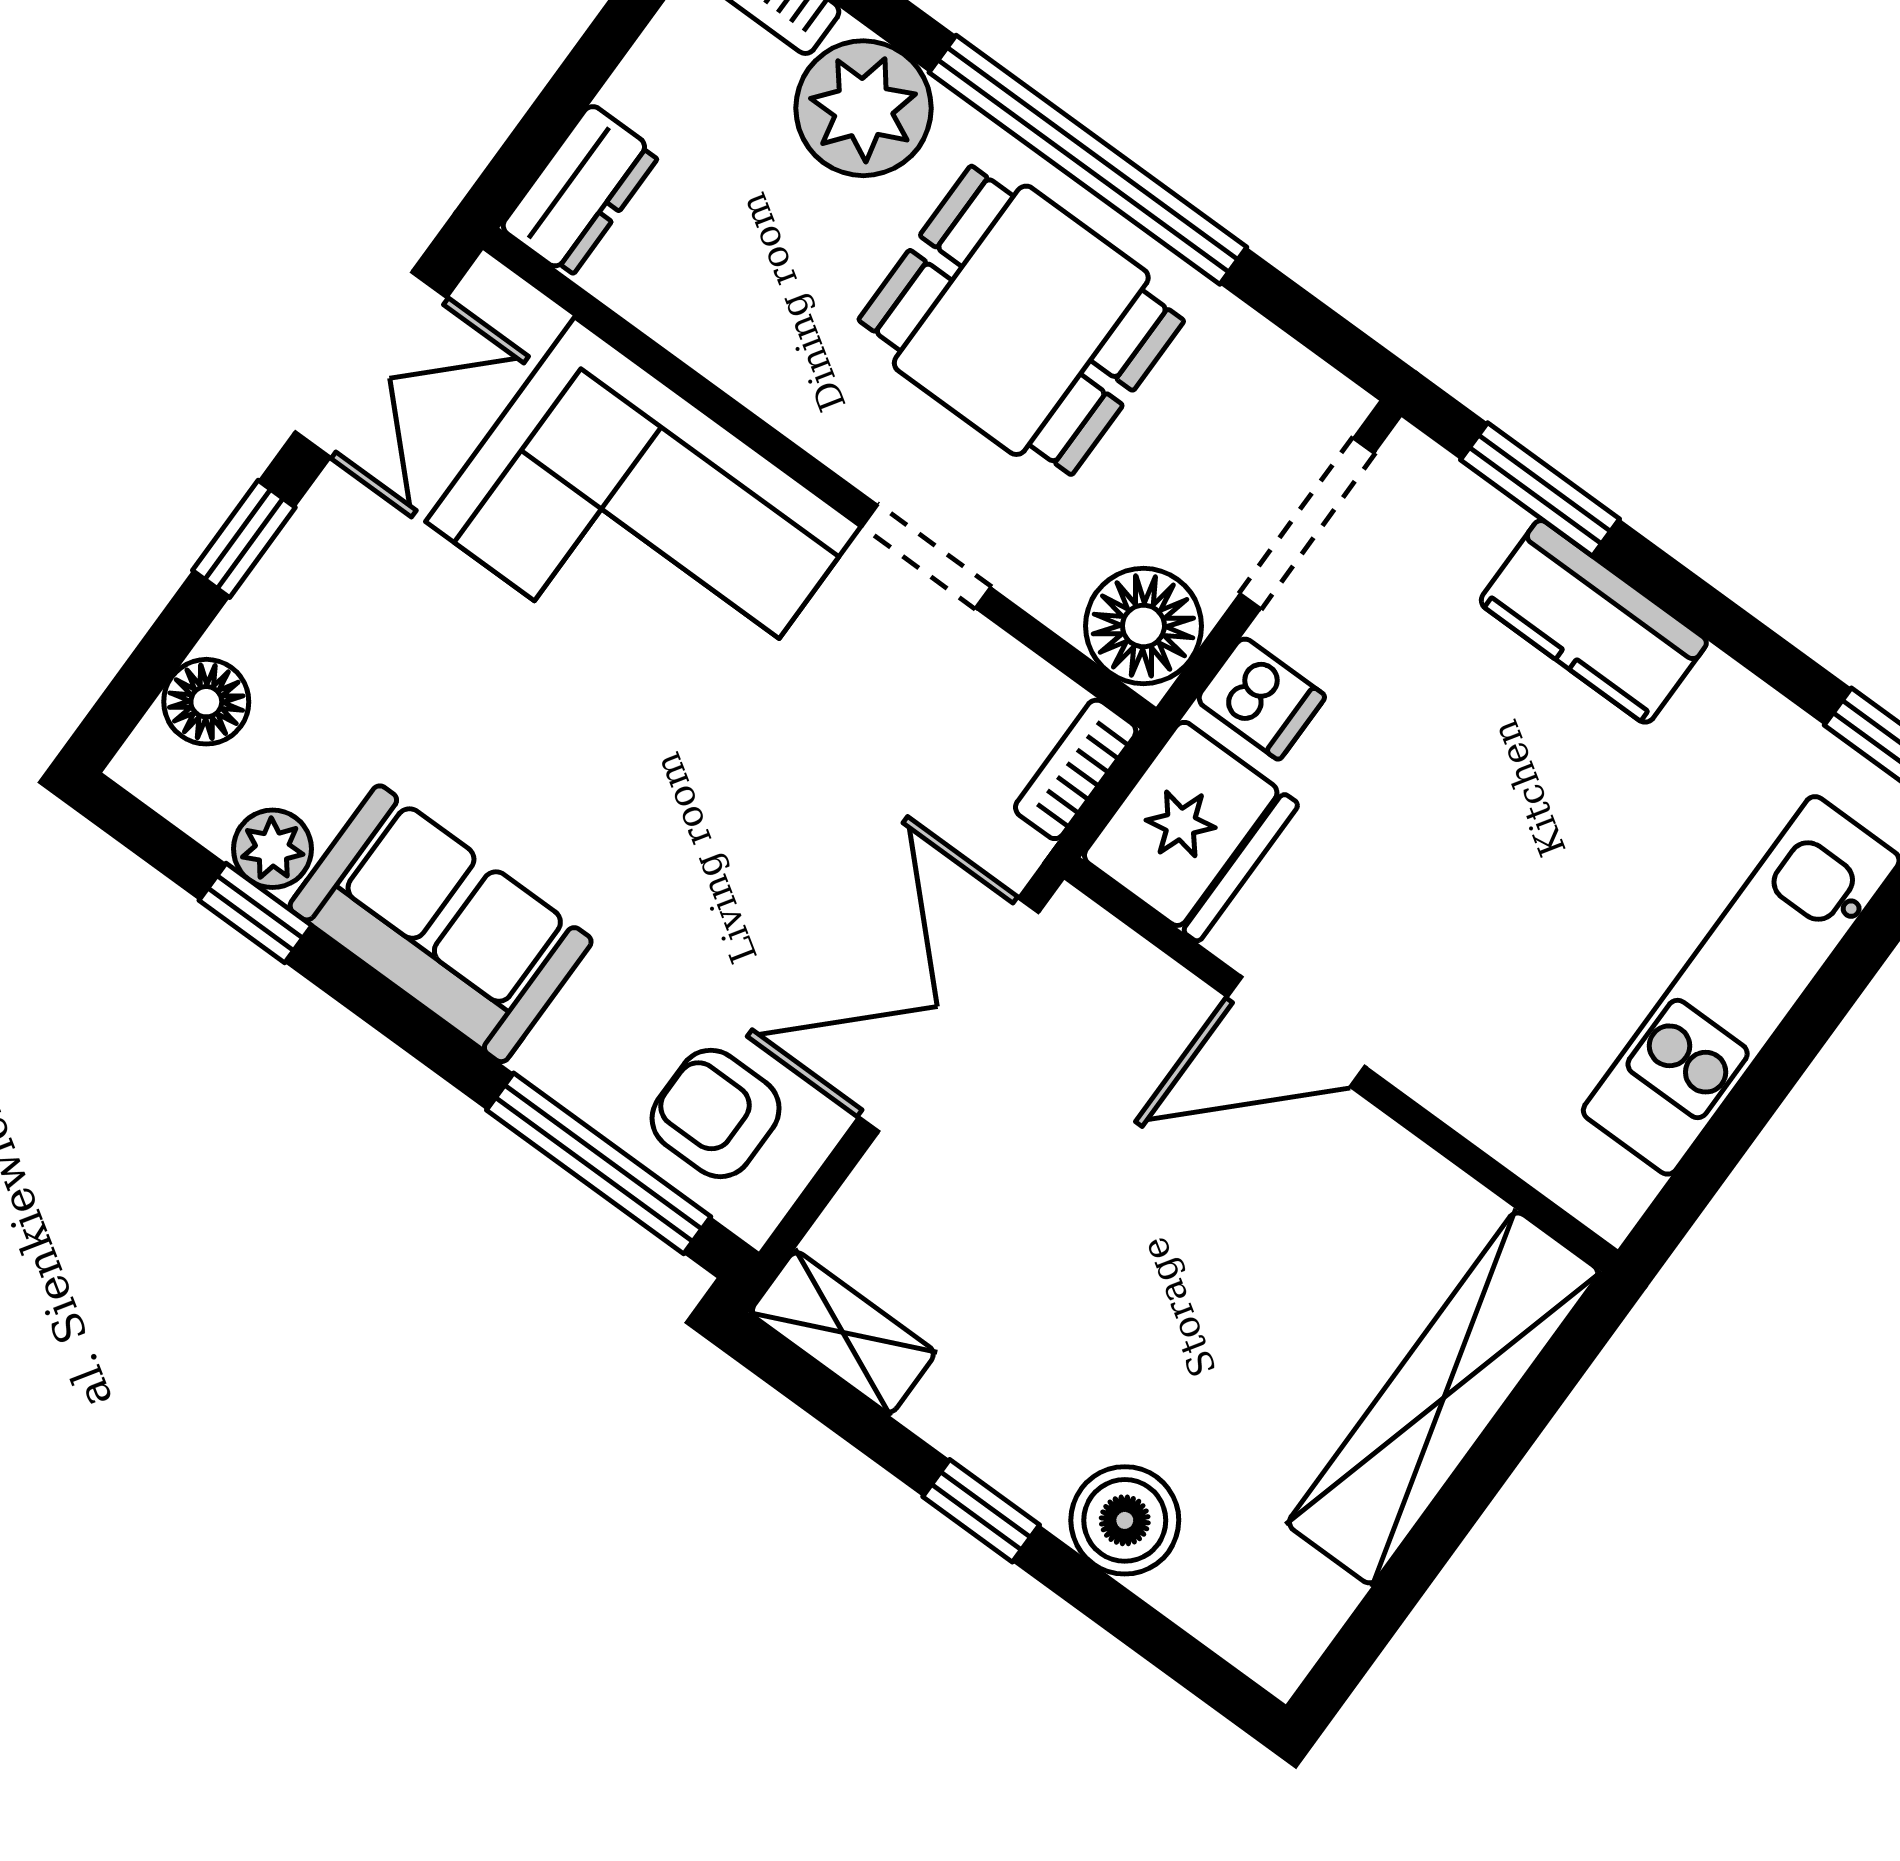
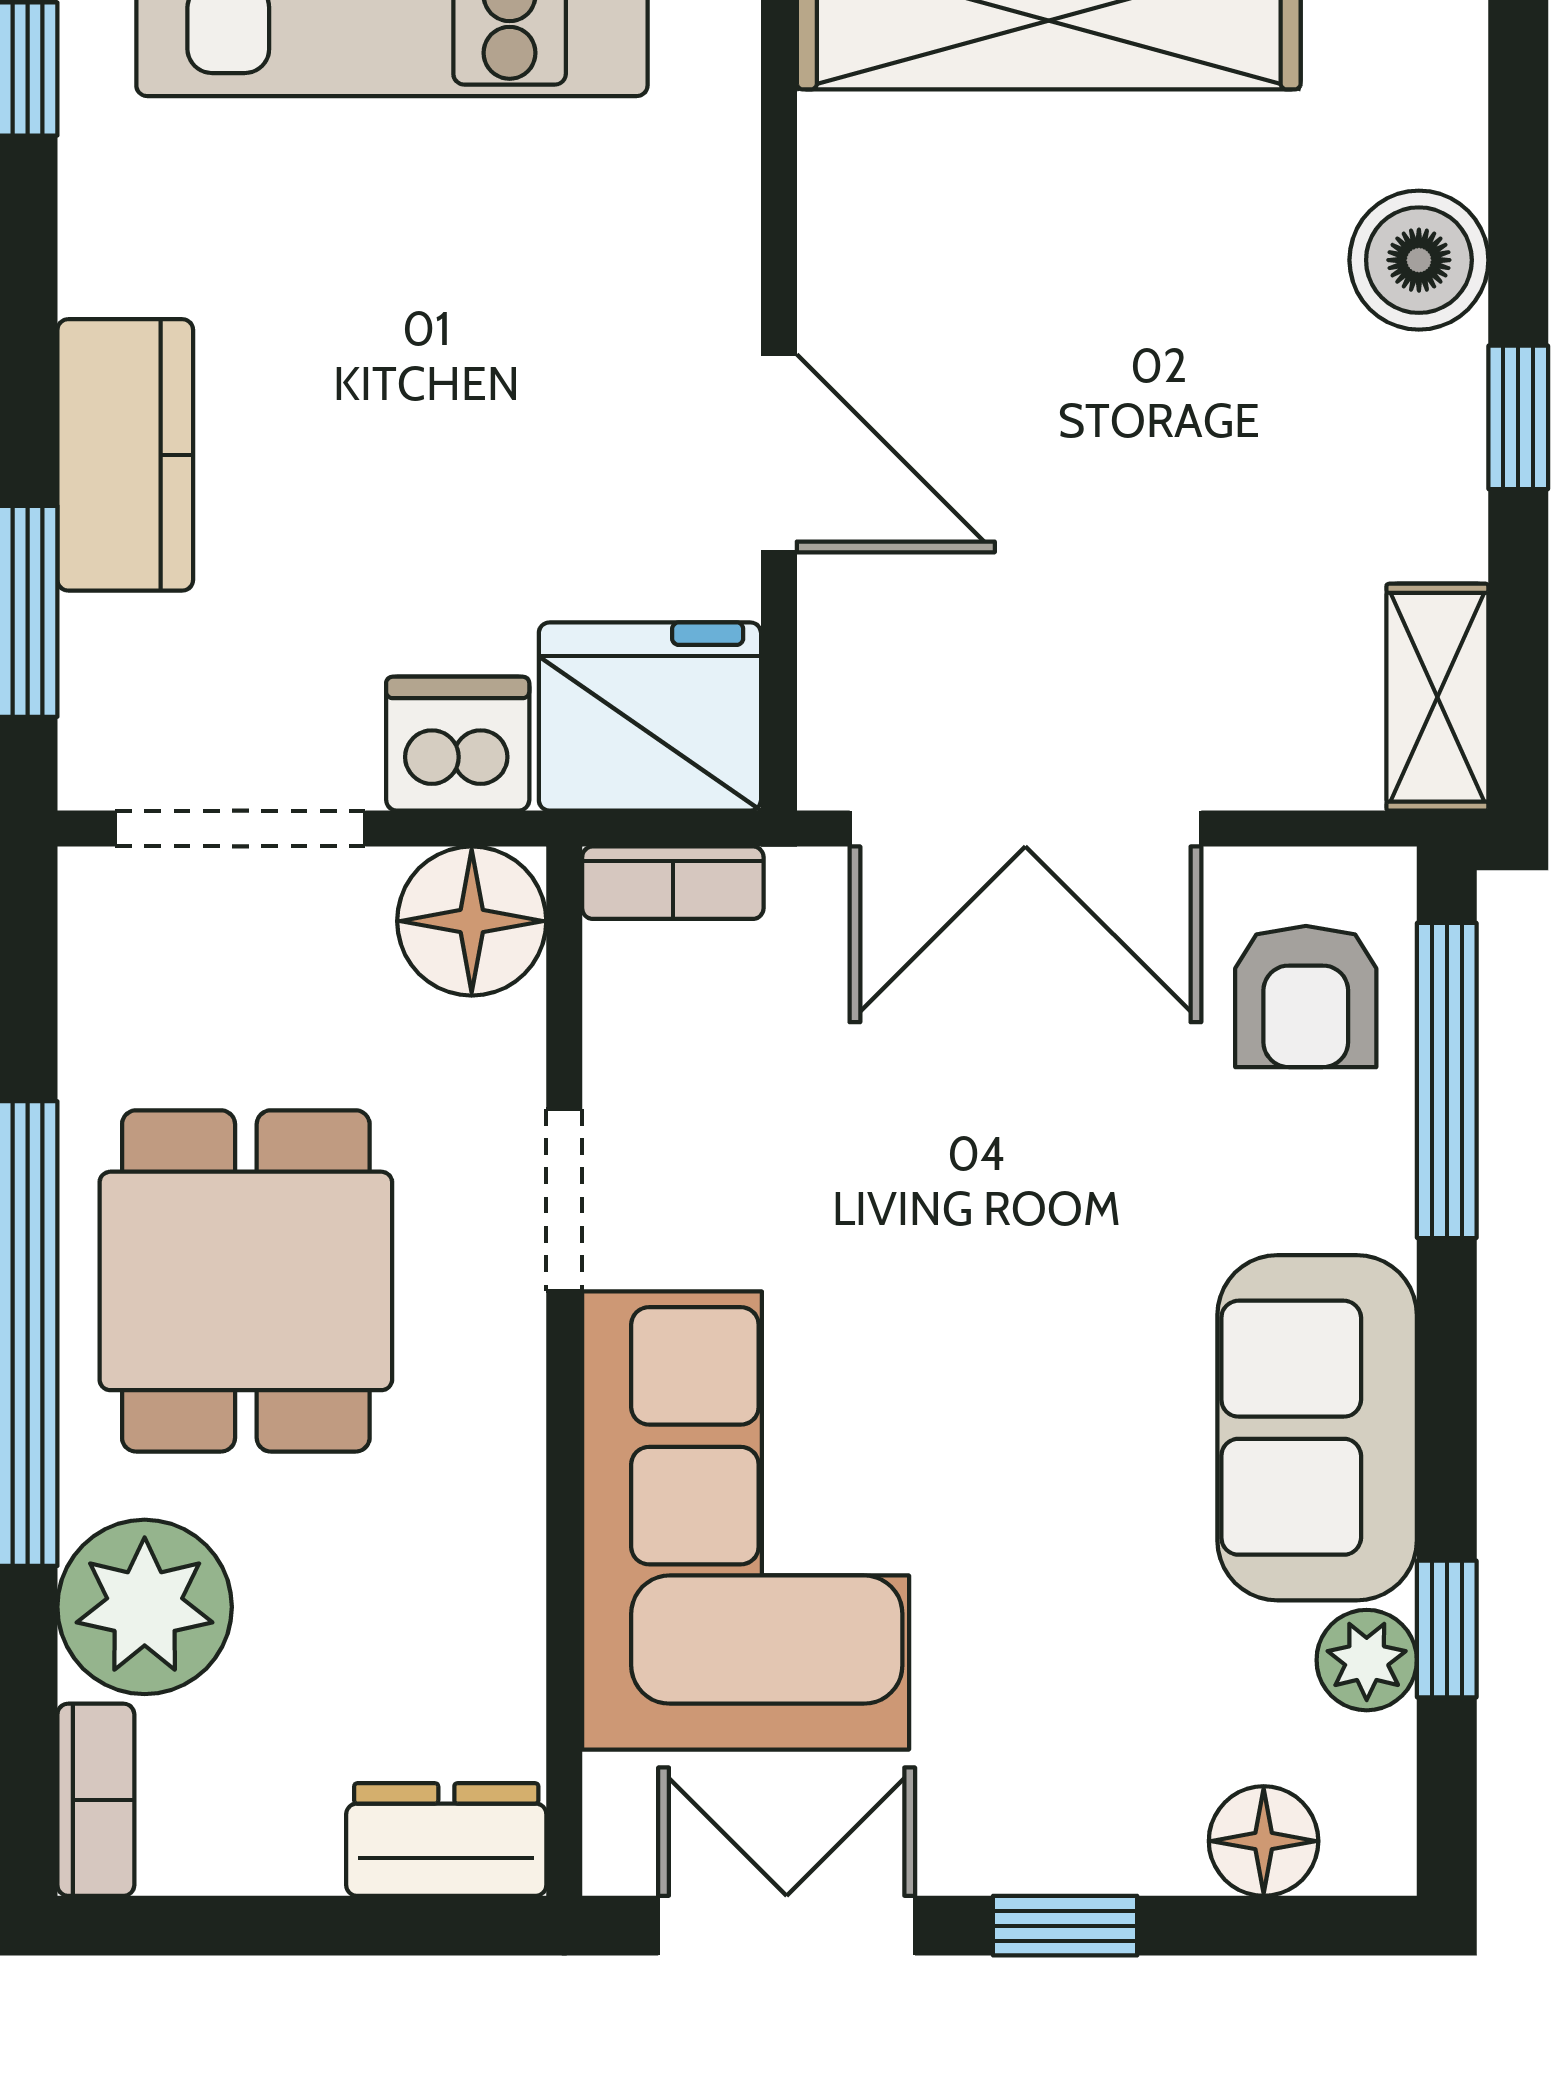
dishwasher: (1261, 698) -> (458, 744), width x1.38

